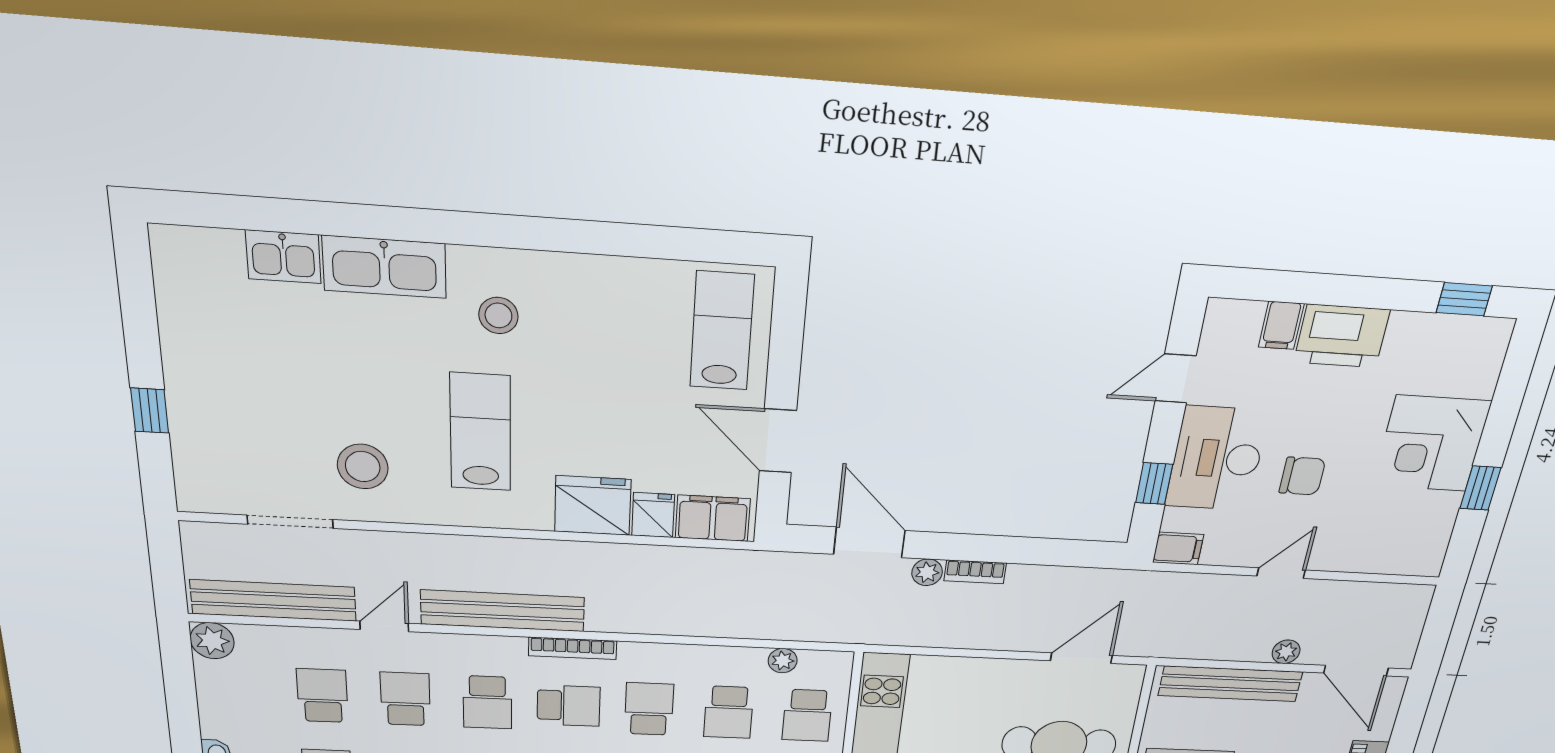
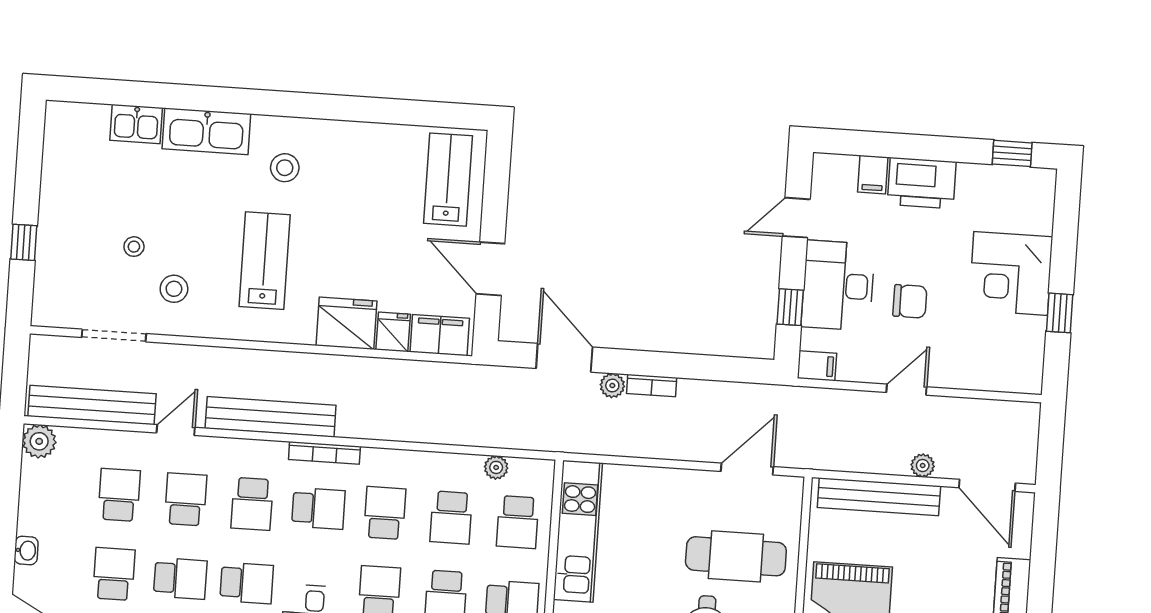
stool: (302, 416) -> (134, 247), added
stool: (363, 466) -> (174, 289), width x0.73, depth x0.73

